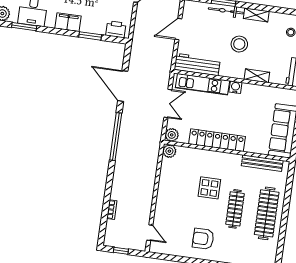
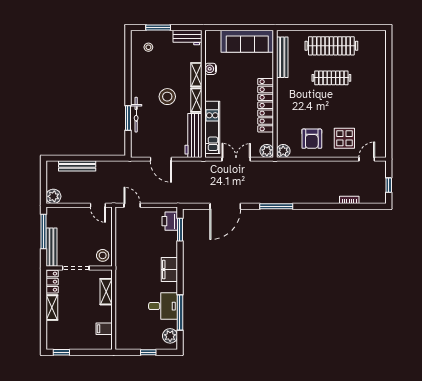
shelving: (256, 15) -> (196, 100), moved
window: (24, 27) -> (180, 312), width x1.44
window: (90, 36) -> (180, 230), moved
water cooler: (235, 87) -> (211, 69), moved
window: (116, 137) -> (276, 206), width x0.68
display table: (209, 188) -> (344, 138), moved
armchair: (203, 239) -> (312, 139), moved

